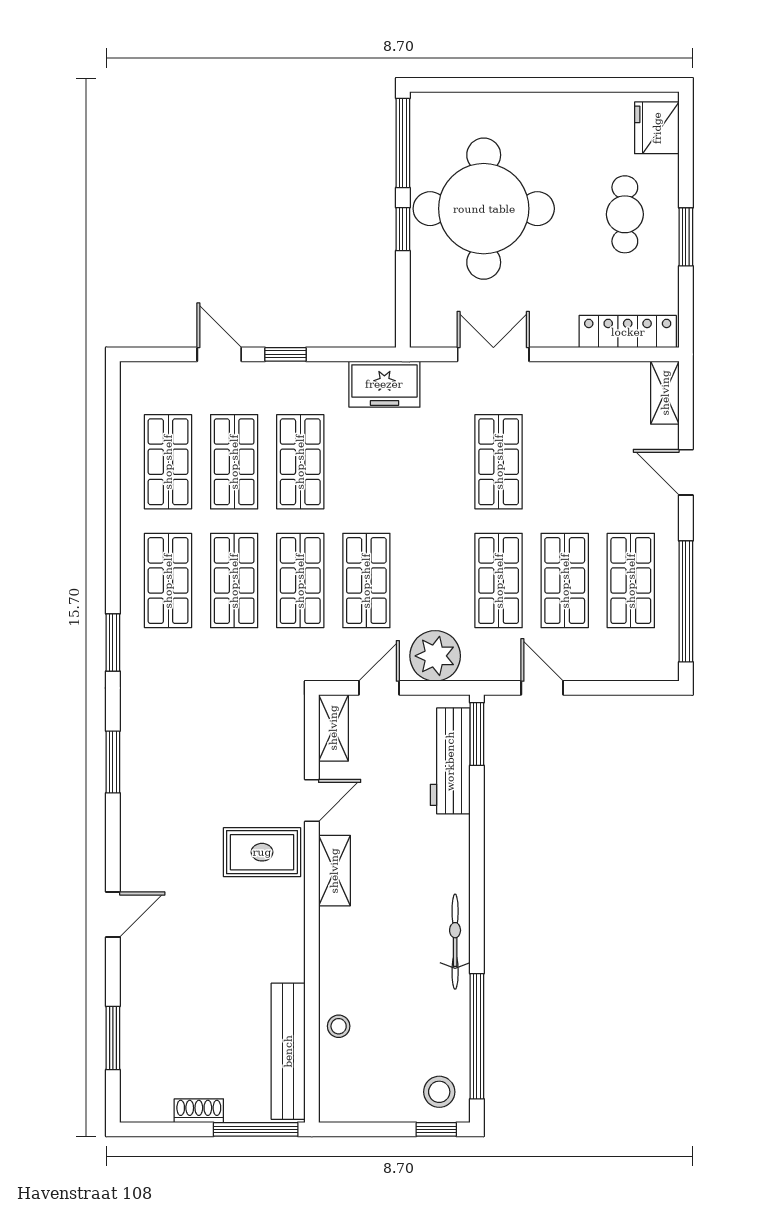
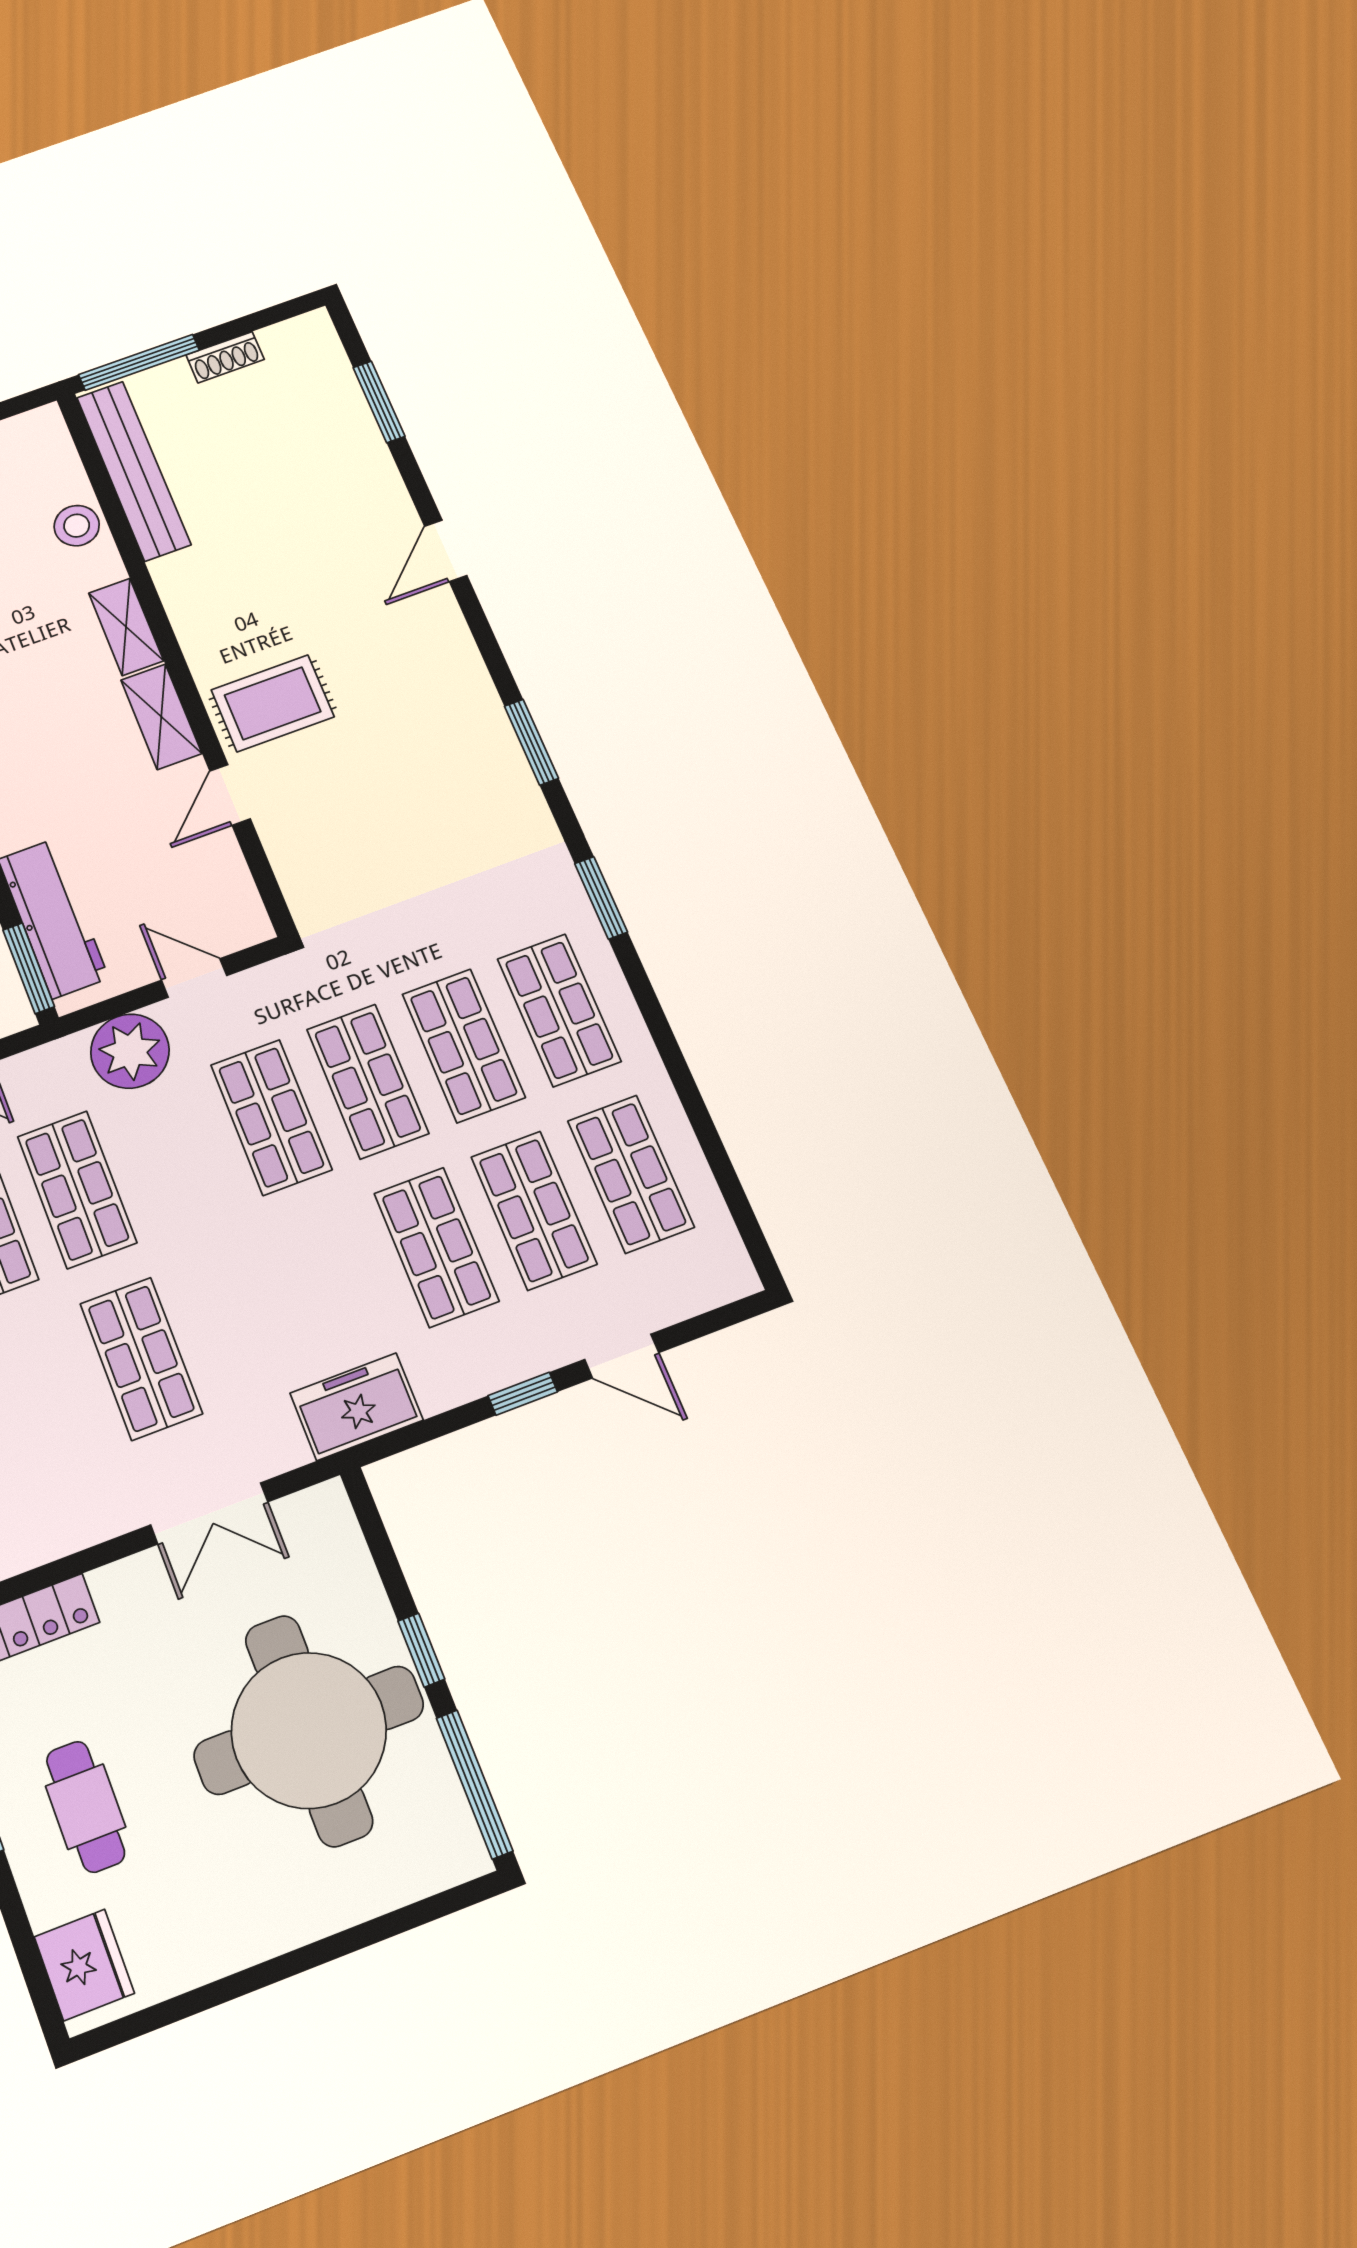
door: (379, 688) -> (194, 978), swing flipped
shelving: (333, 728) -> (126, 627), moved
stool: (339, 1026) -> (77, 526), width x1.37, depth x1.37

